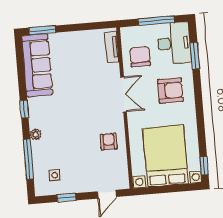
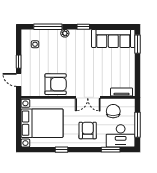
chair: (140, 57) -> (113, 111), turned -90
armchair: (170, 91) -> (88, 130), turned 180
armchair: (109, 141) -> (56, 84), width x1.88, depth x1.88
window: (204, 166) -> (62, 150), moved
window: (66, 198) -> (19, 62), moved

